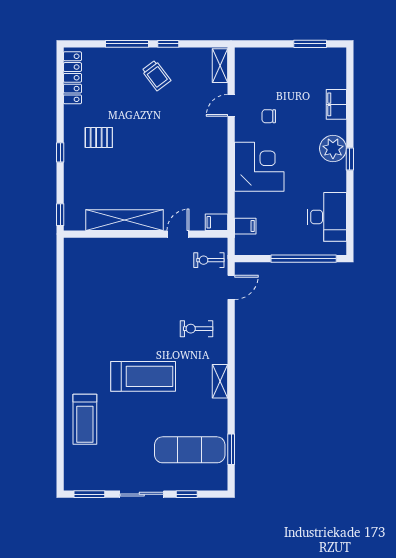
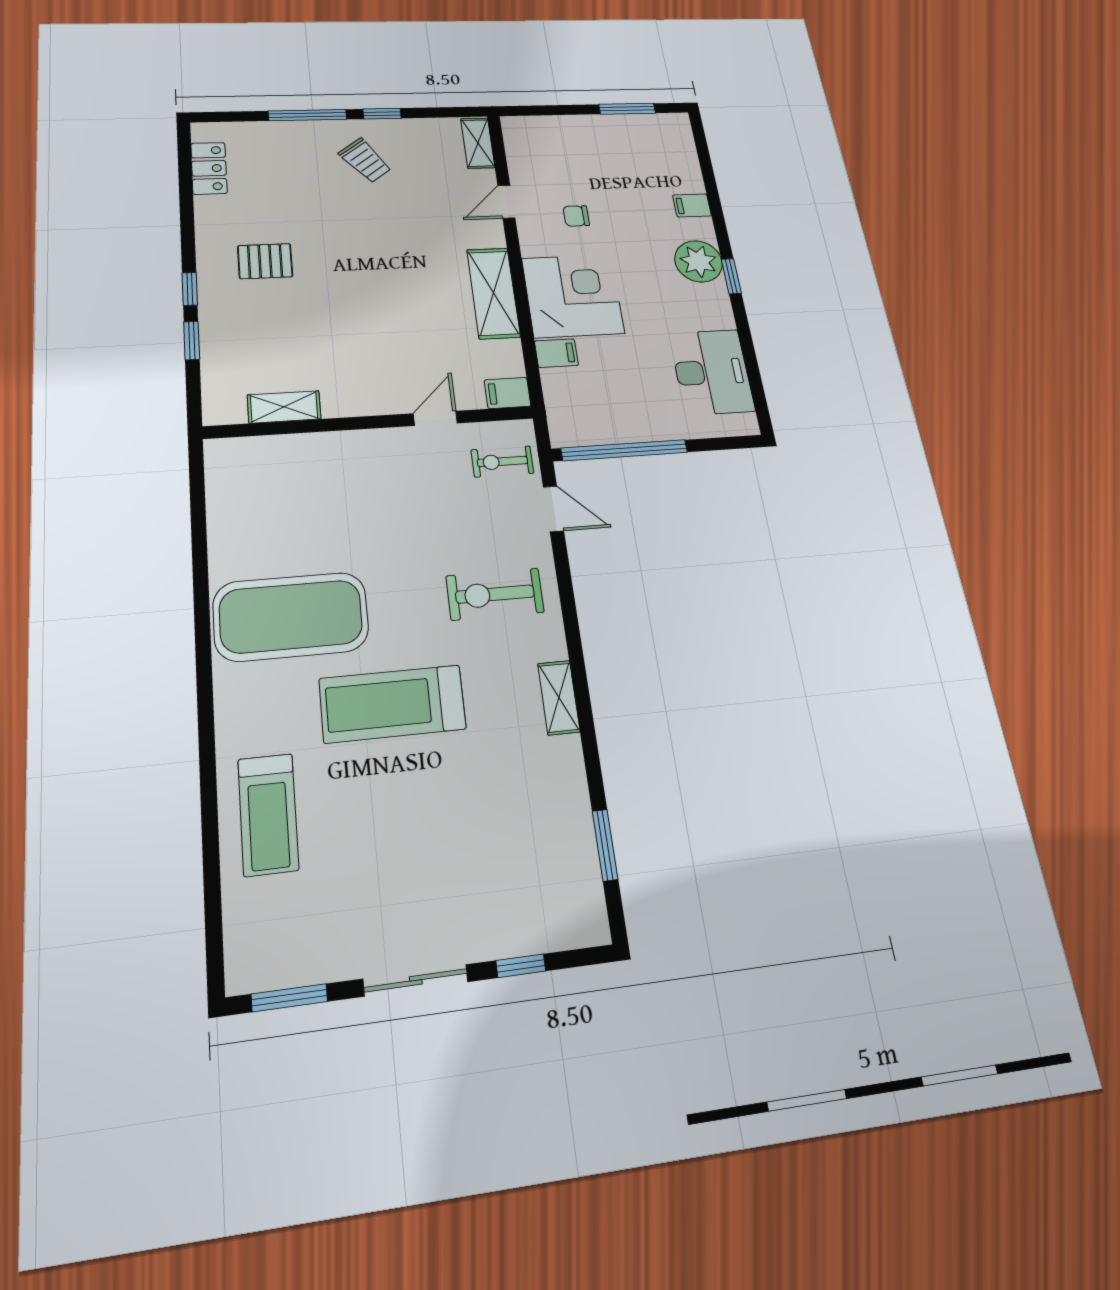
locker: (72, 78) -> (209, 168), width x0.66
filing cabinet: (336, 104) -> (692, 206), width x0.50
shelving: (217, 163) -> (493, 293), added
window: (60, 215) -> (192, 340), moved
shelving: (125, 220) -> (284, 407), width x0.45, depth x0.75
filing cabinet: (245, 226) -> (556, 353), moved
window: (304, 259) -> (624, 450), moved
door: (231, 287) -> (553, 509), hinge flipped
exercise bike: (197, 329) -> (495, 594), width x1.38, depth x1.39
treadmill: (143, 376) -> (393, 704), turned 180
exercise mat: (190, 450) -> (291, 617), moved, width x1.47

